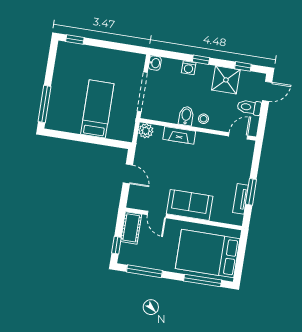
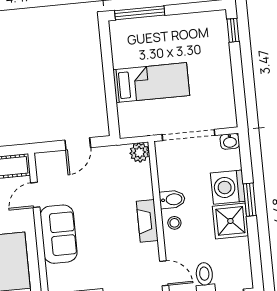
window: (201, 60) -> (250, 200), width x1.50
window: (243, 66) -> (255, 256), removed
washing machine: (189, 68) -> (228, 187), width x1.89, depth x1.89
shower: (226, 80) -> (230, 221), moved
fireplace: (179, 135) -> (147, 221), moved

